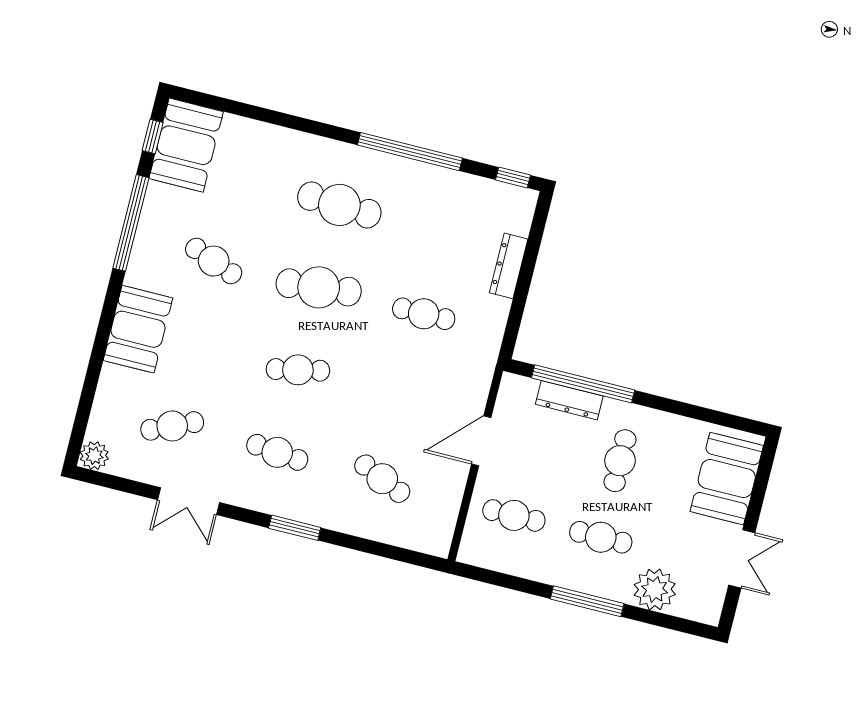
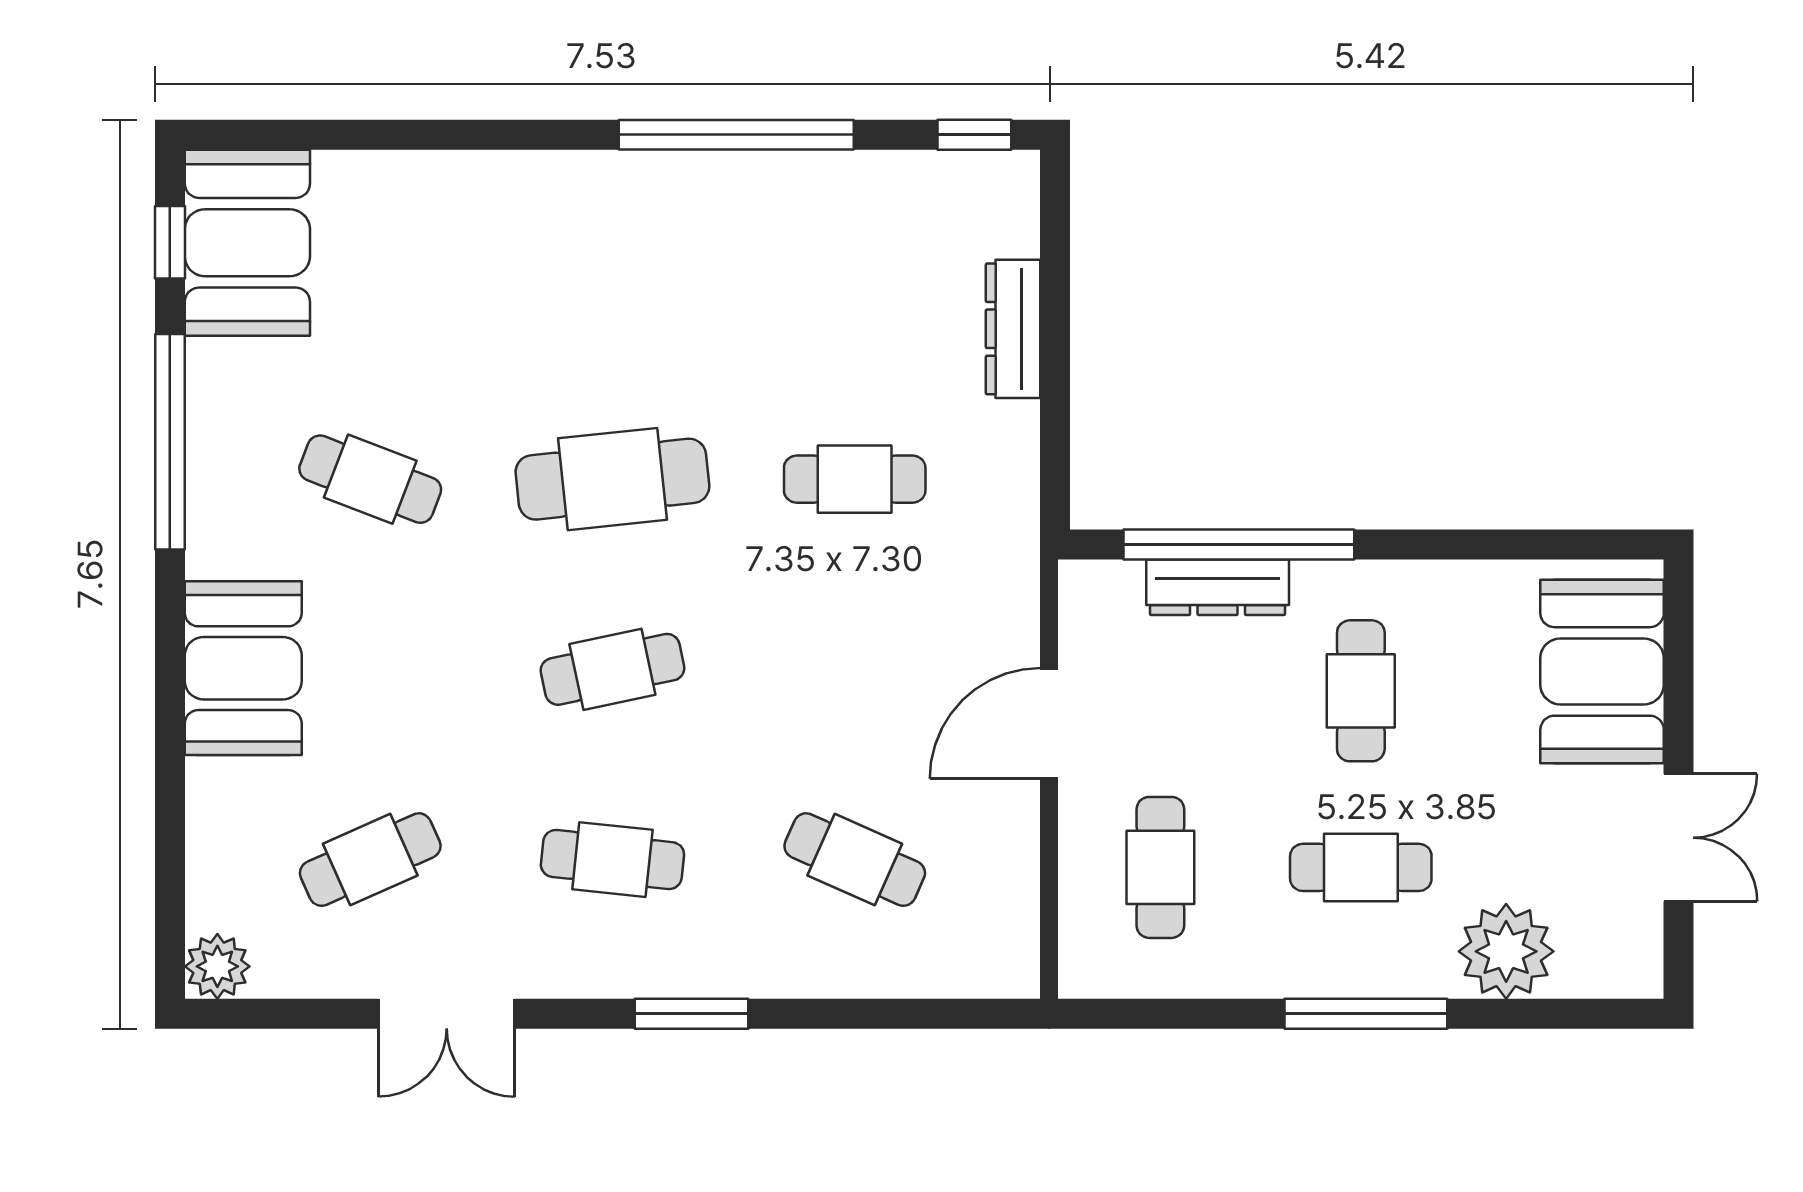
cafe table: (339, 205) -> (612, 289), removed
cafe table: (514, 515) -> (1160, 867), turned 90

